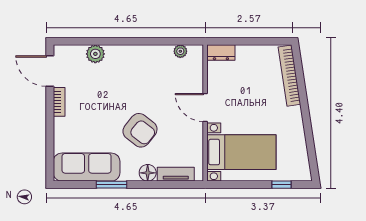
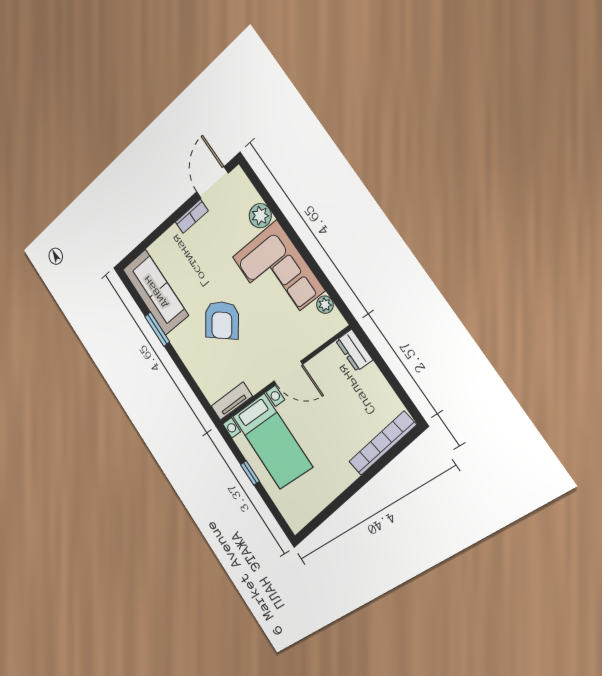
corner sofa: (139, 68) -> (278, 273), added
door: (205, 108) -> (288, 373), swing flipped
floor lamp: (148, 173) -> (191, 358), removed
tv unit: (176, 174) -> (232, 401), moved, turned -90
window: (281, 185) -> (250, 473), moved

